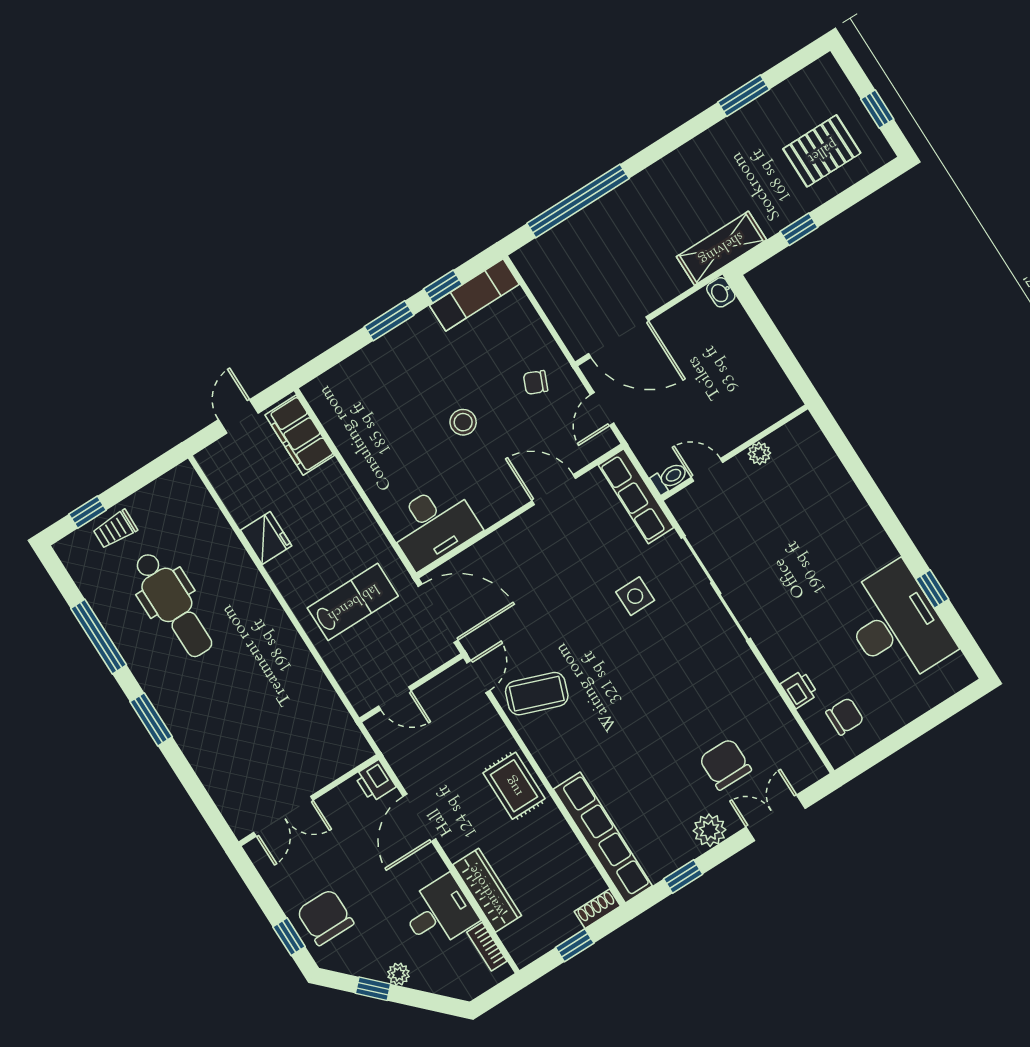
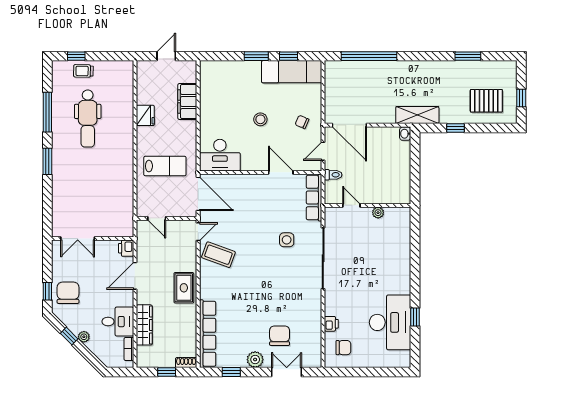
exam couch: (474, 295) -> (292, 72), width x1.36, depth x1.45
filing cabinet: (300, 435) -> (187, 102), moved
toilet: (669, 478) -> (333, 175), moved

